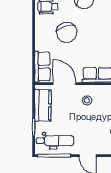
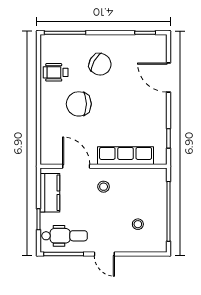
chair: (67, 33) -> (79, 104), turned 107
row of seats: (42, 67) -> (49, 146), removed

